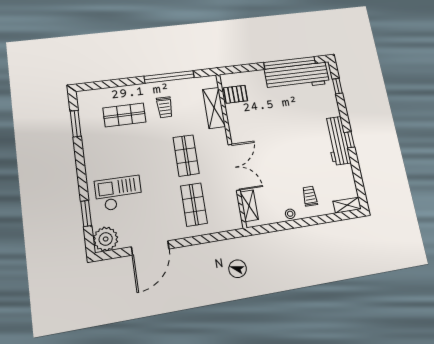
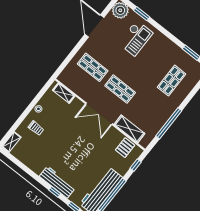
window: (241, 69) -> (136, 165), added
trolley: (165, 107) -> (155, 104), removed
window: (349, 140) -> (55, 192), moved
workbench: (337, 141) -> (57, 182), moved
double door: (234, 167) -> (99, 114), moved

